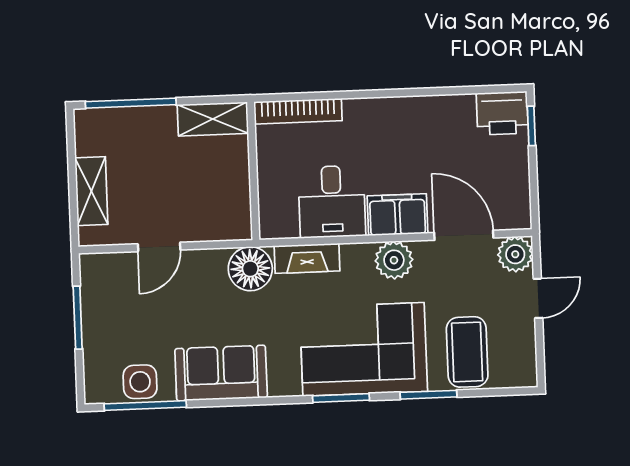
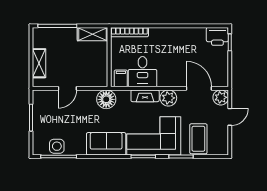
filing cabinet: (398, 215) -> (121, 78), moved, width x0.50
fireplace: (307, 258) -> (145, 96), moved
sofa: (221, 373) -> (106, 144), moved

